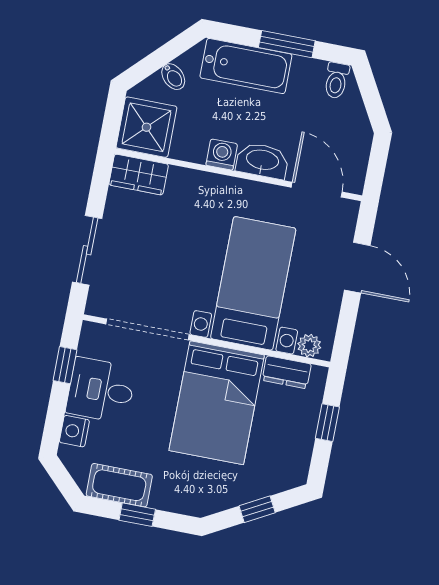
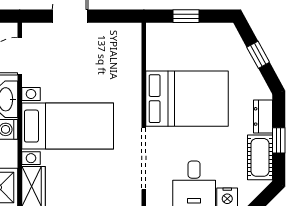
bed with nightstands: (253, 283) -> (68, 126), moved, turned 180
plant: (309, 346) -> (133, 40), removed
dresser: (287, 372) -> (263, 116), moved, turned 180

